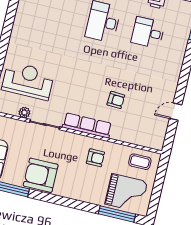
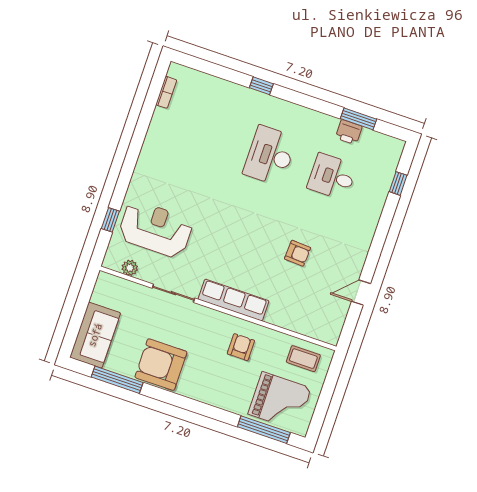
armchair: (116, 100) -> (298, 253), moved
plant: (24, 113) -> (130, 268), moved
armchair: (95, 158) -> (241, 347), turned -90

